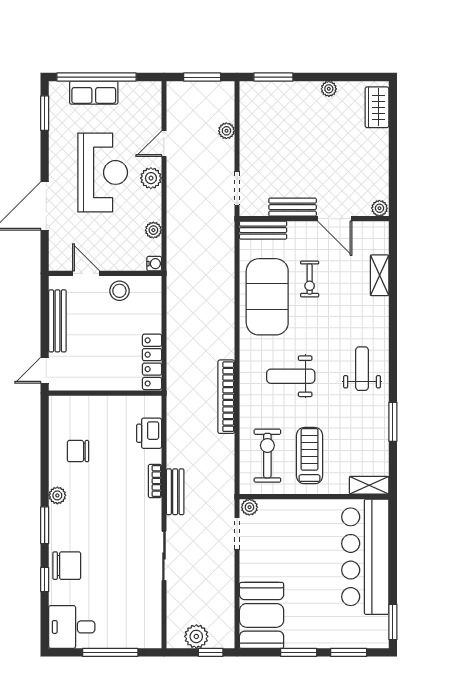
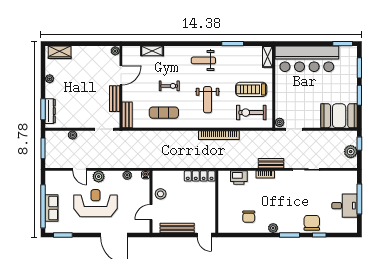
dresser: (270, 90) -> (50, 111), added
exercise bike: (310, 279) -> (169, 86), moved
exercise mat: (267, 297) -> (164, 113), width x0.50, depth x0.69
desk: (72, 627) -> (345, 206), moved, turned -90

